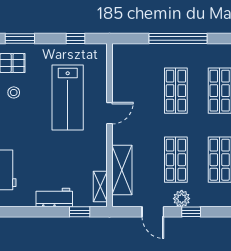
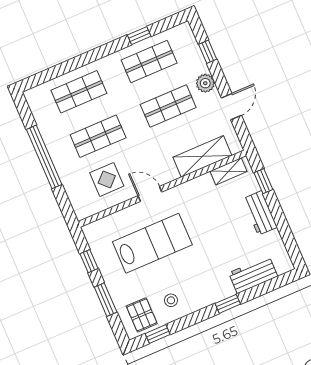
window: (20, 39) -> (106, 300), moved
display table: (137, 82) -> (107, 179), added
window: (191, 212) -> (208, 52), moved

